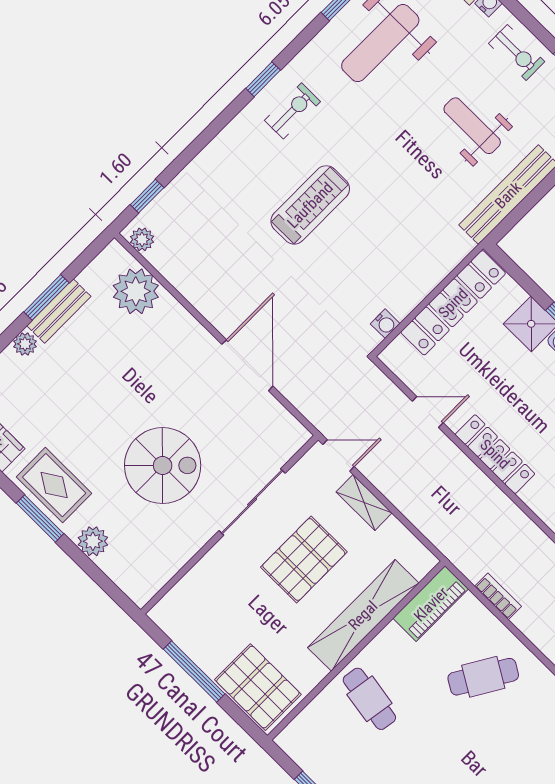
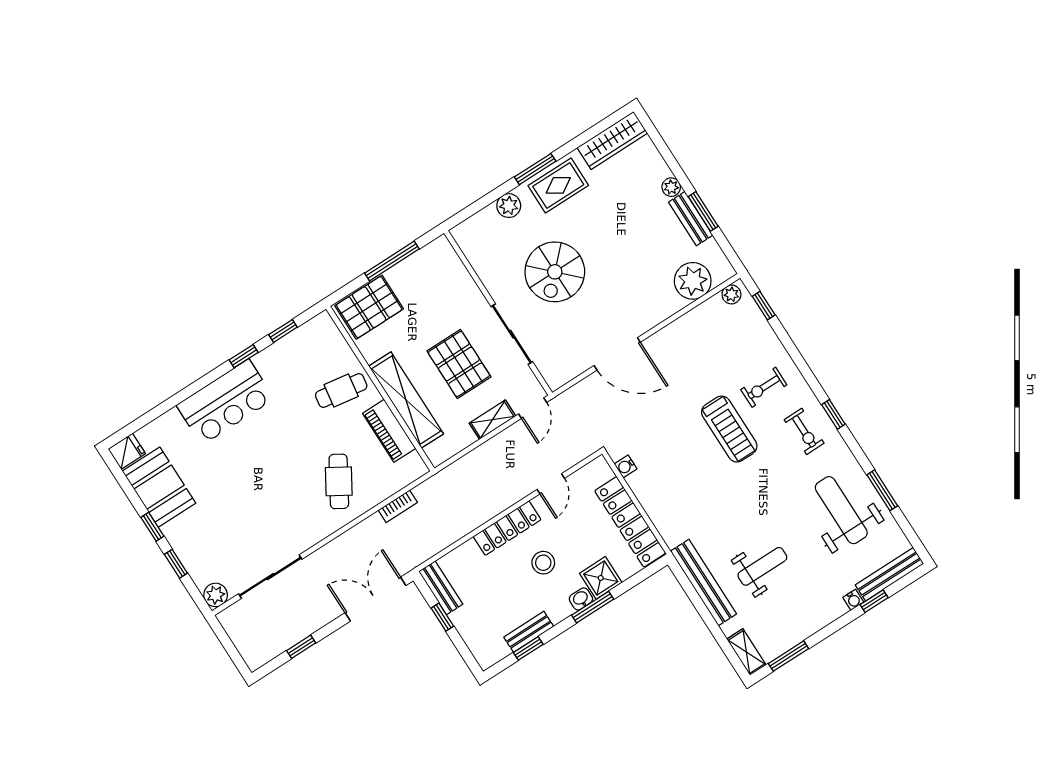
exercise bike: (517, 52) -> (764, 387), moved
stool: (528, 400) -> (543, 563), added
piano: (431, 604) -> (389, 431), moved

